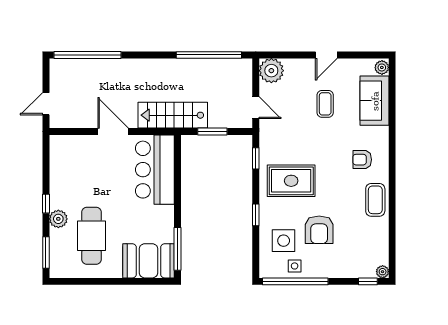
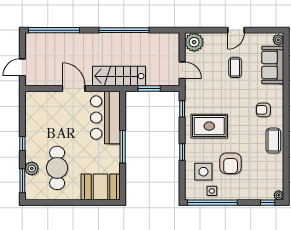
window: (209, 55) -> (124, 30), moved
plant: (58, 219) -> (32, 168), moved
window: (177, 249) -> (123, 147), moved

